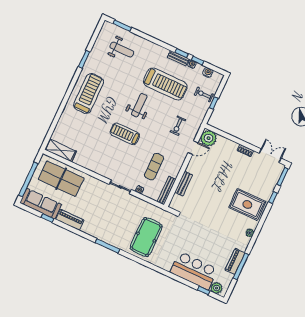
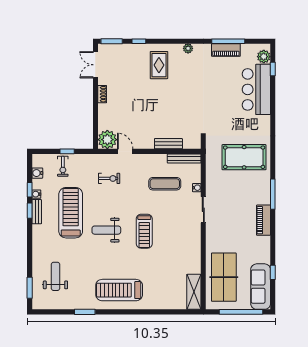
rug: (247, 204) -> (159, 65), width x0.73, depth x0.70
piano: (70, 220) -> (264, 220), moved

